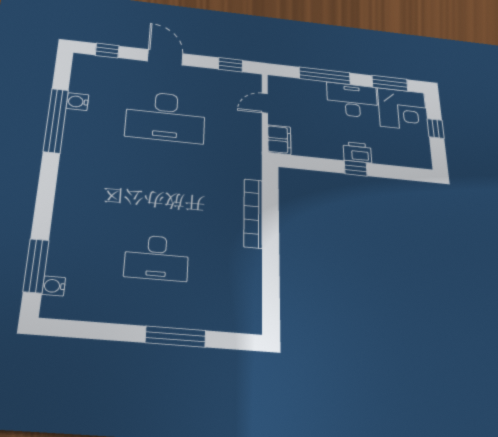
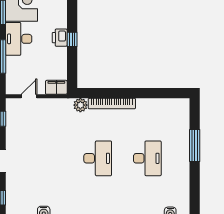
door: (265, 103) -> (29, 96), swing flipped
desk: (166, 117) -> (98, 158), moved, width x0.73, depth x0.77
plant: (251, 169) -> (80, 105), added

